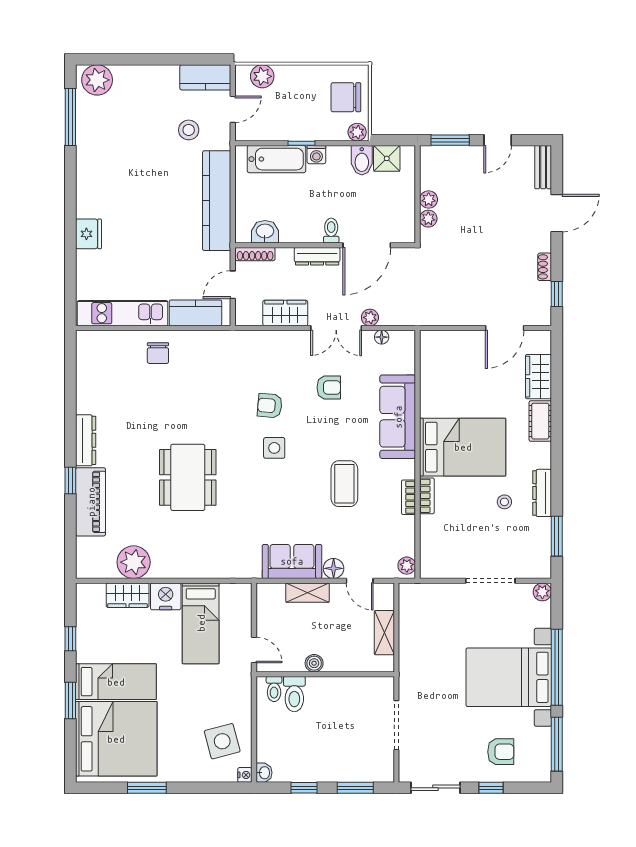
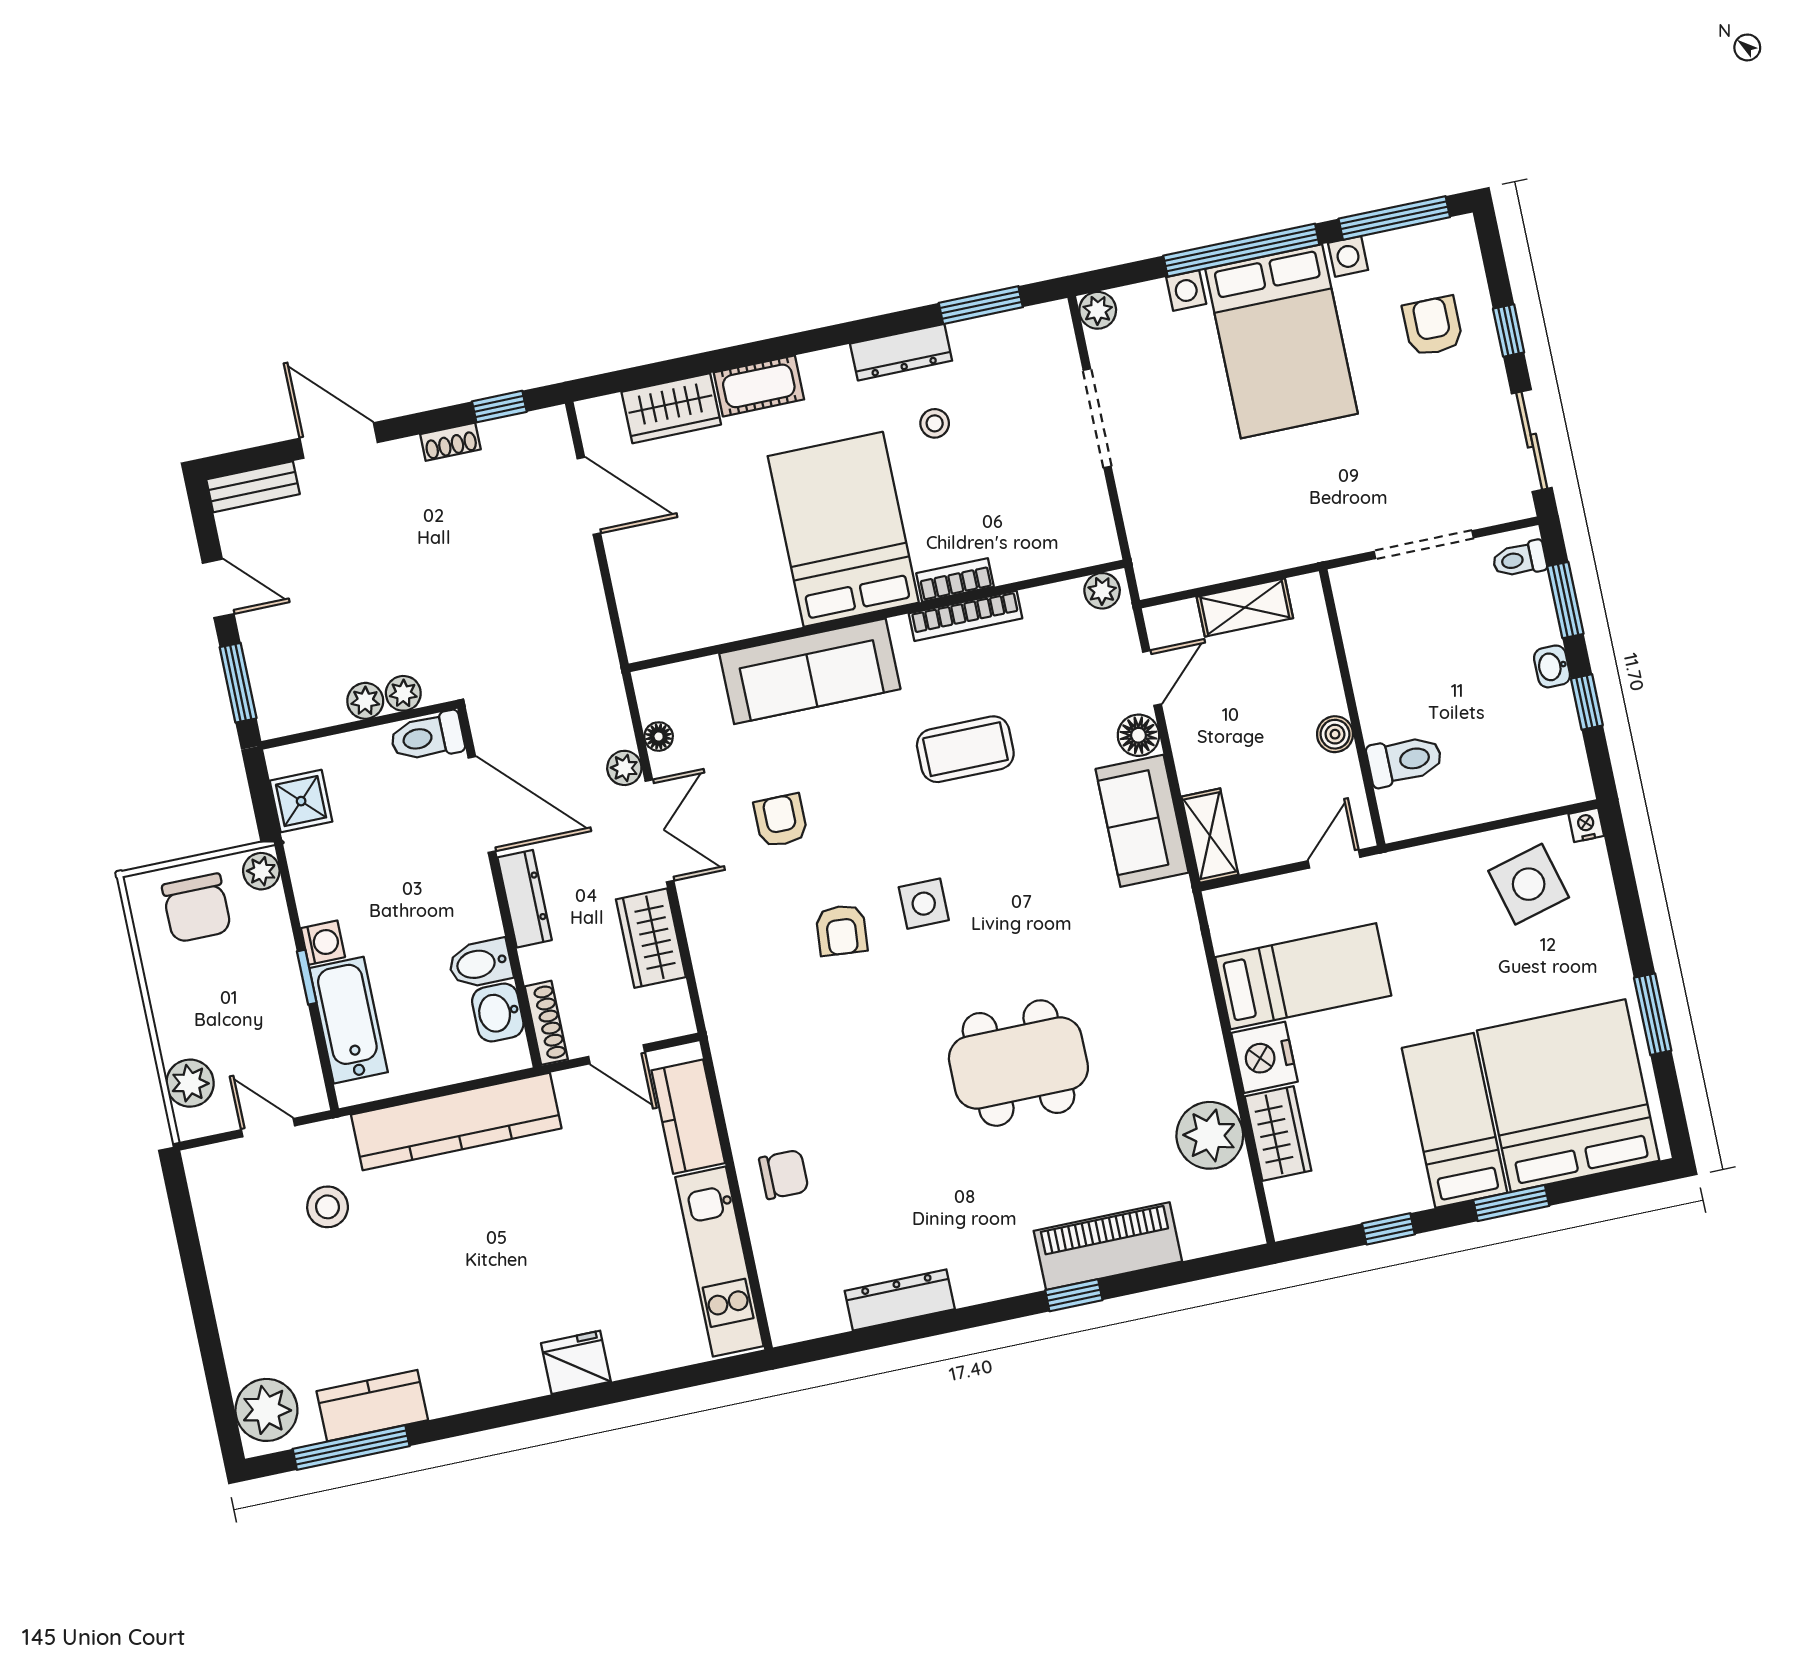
kitchen counter: (205, 77) -> (372, 1406), moved, turned -90
bidet: (362, 160) -> (480, 963), moved, turned 180
toilet: (331, 231) -> (427, 737), moved, width x1.37, depth x1.39
dresser: (86, 440) -> (900, 1300), moved
bookcase: (409, 497) -> (965, 616), width x1.56
shelving: (308, 593) -> (1210, 836), moved
toilet: (274, 689) -> (1519, 559), moved, turned 180
washbasin: (264, 773) -> (1552, 666), moved, turned -90

